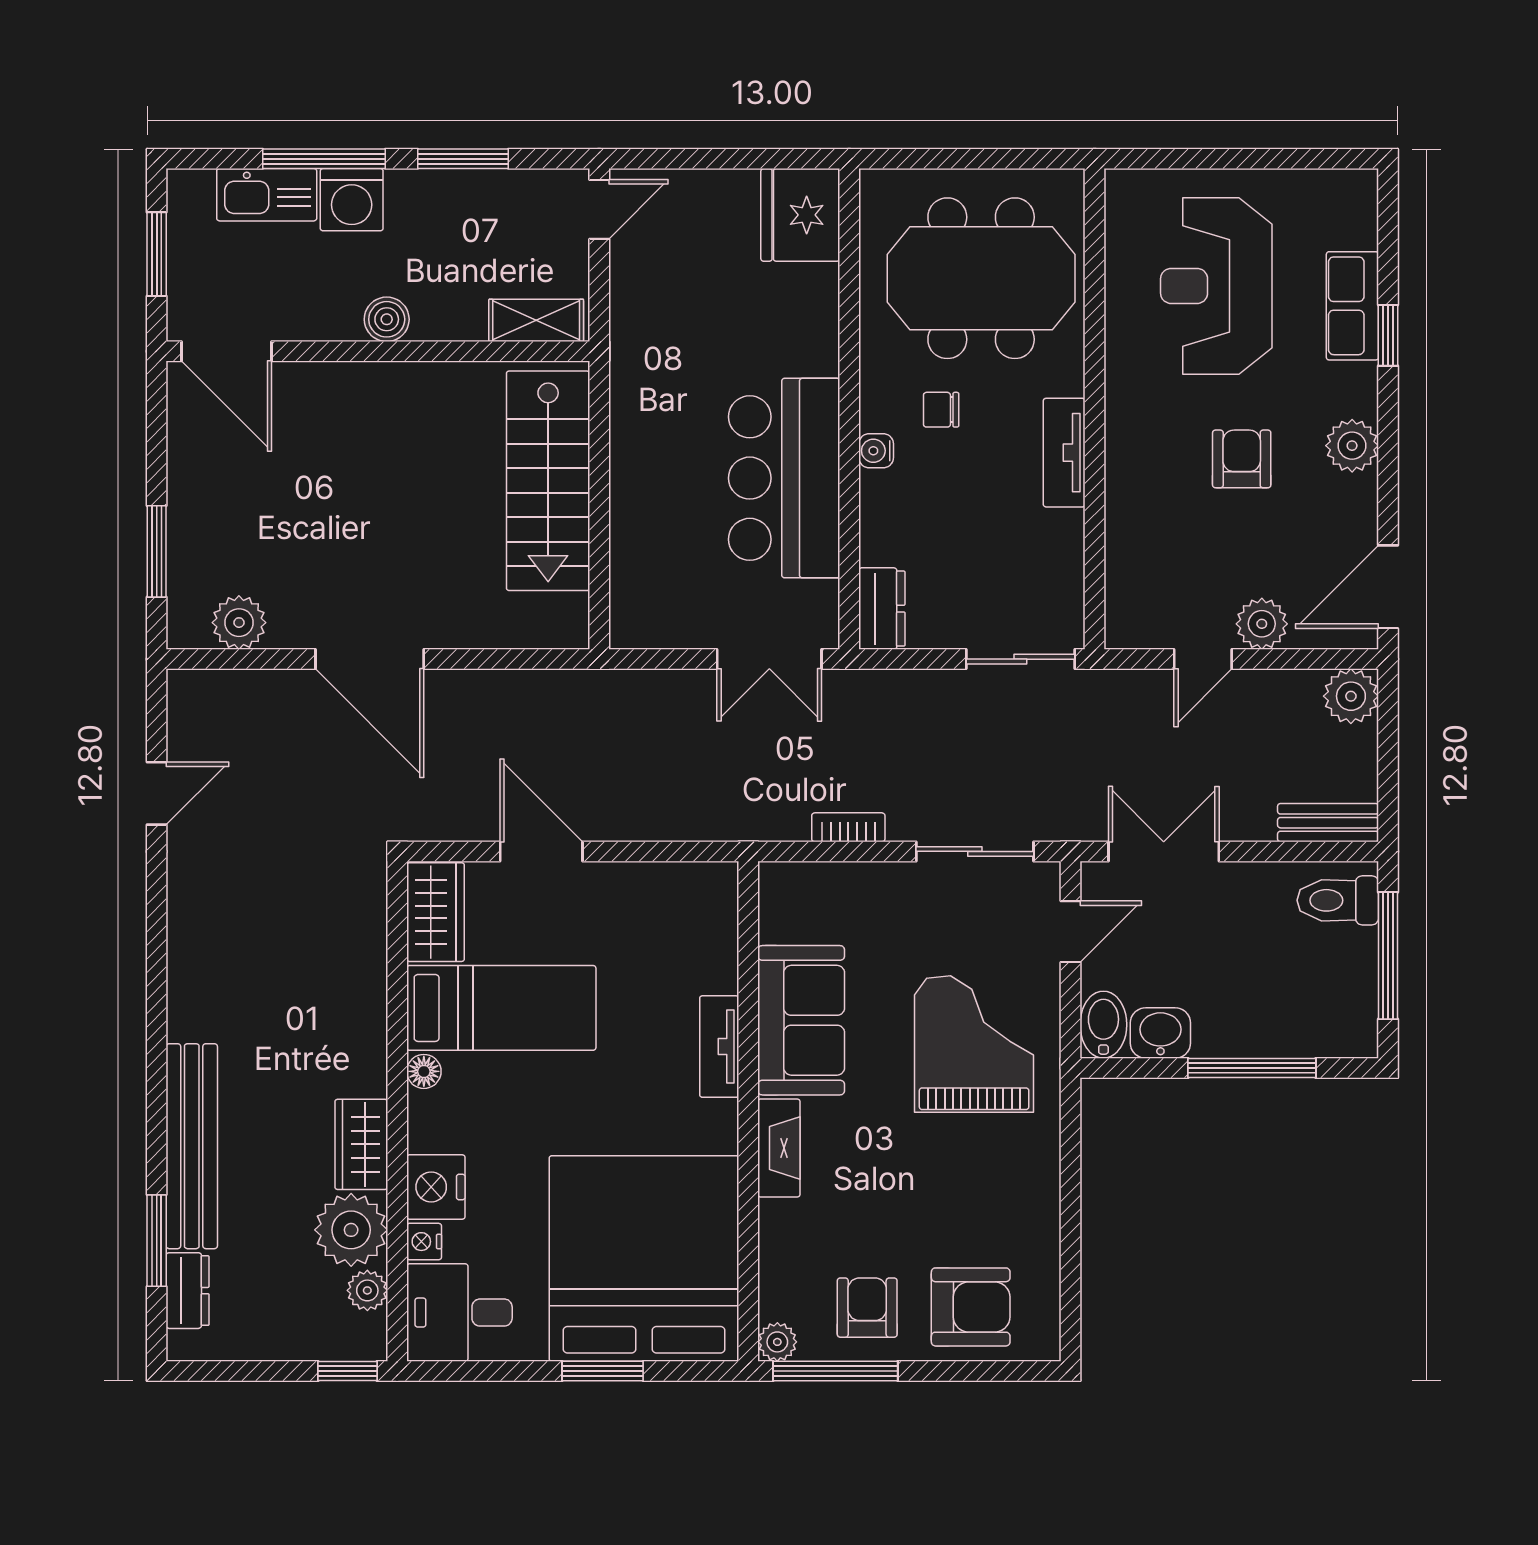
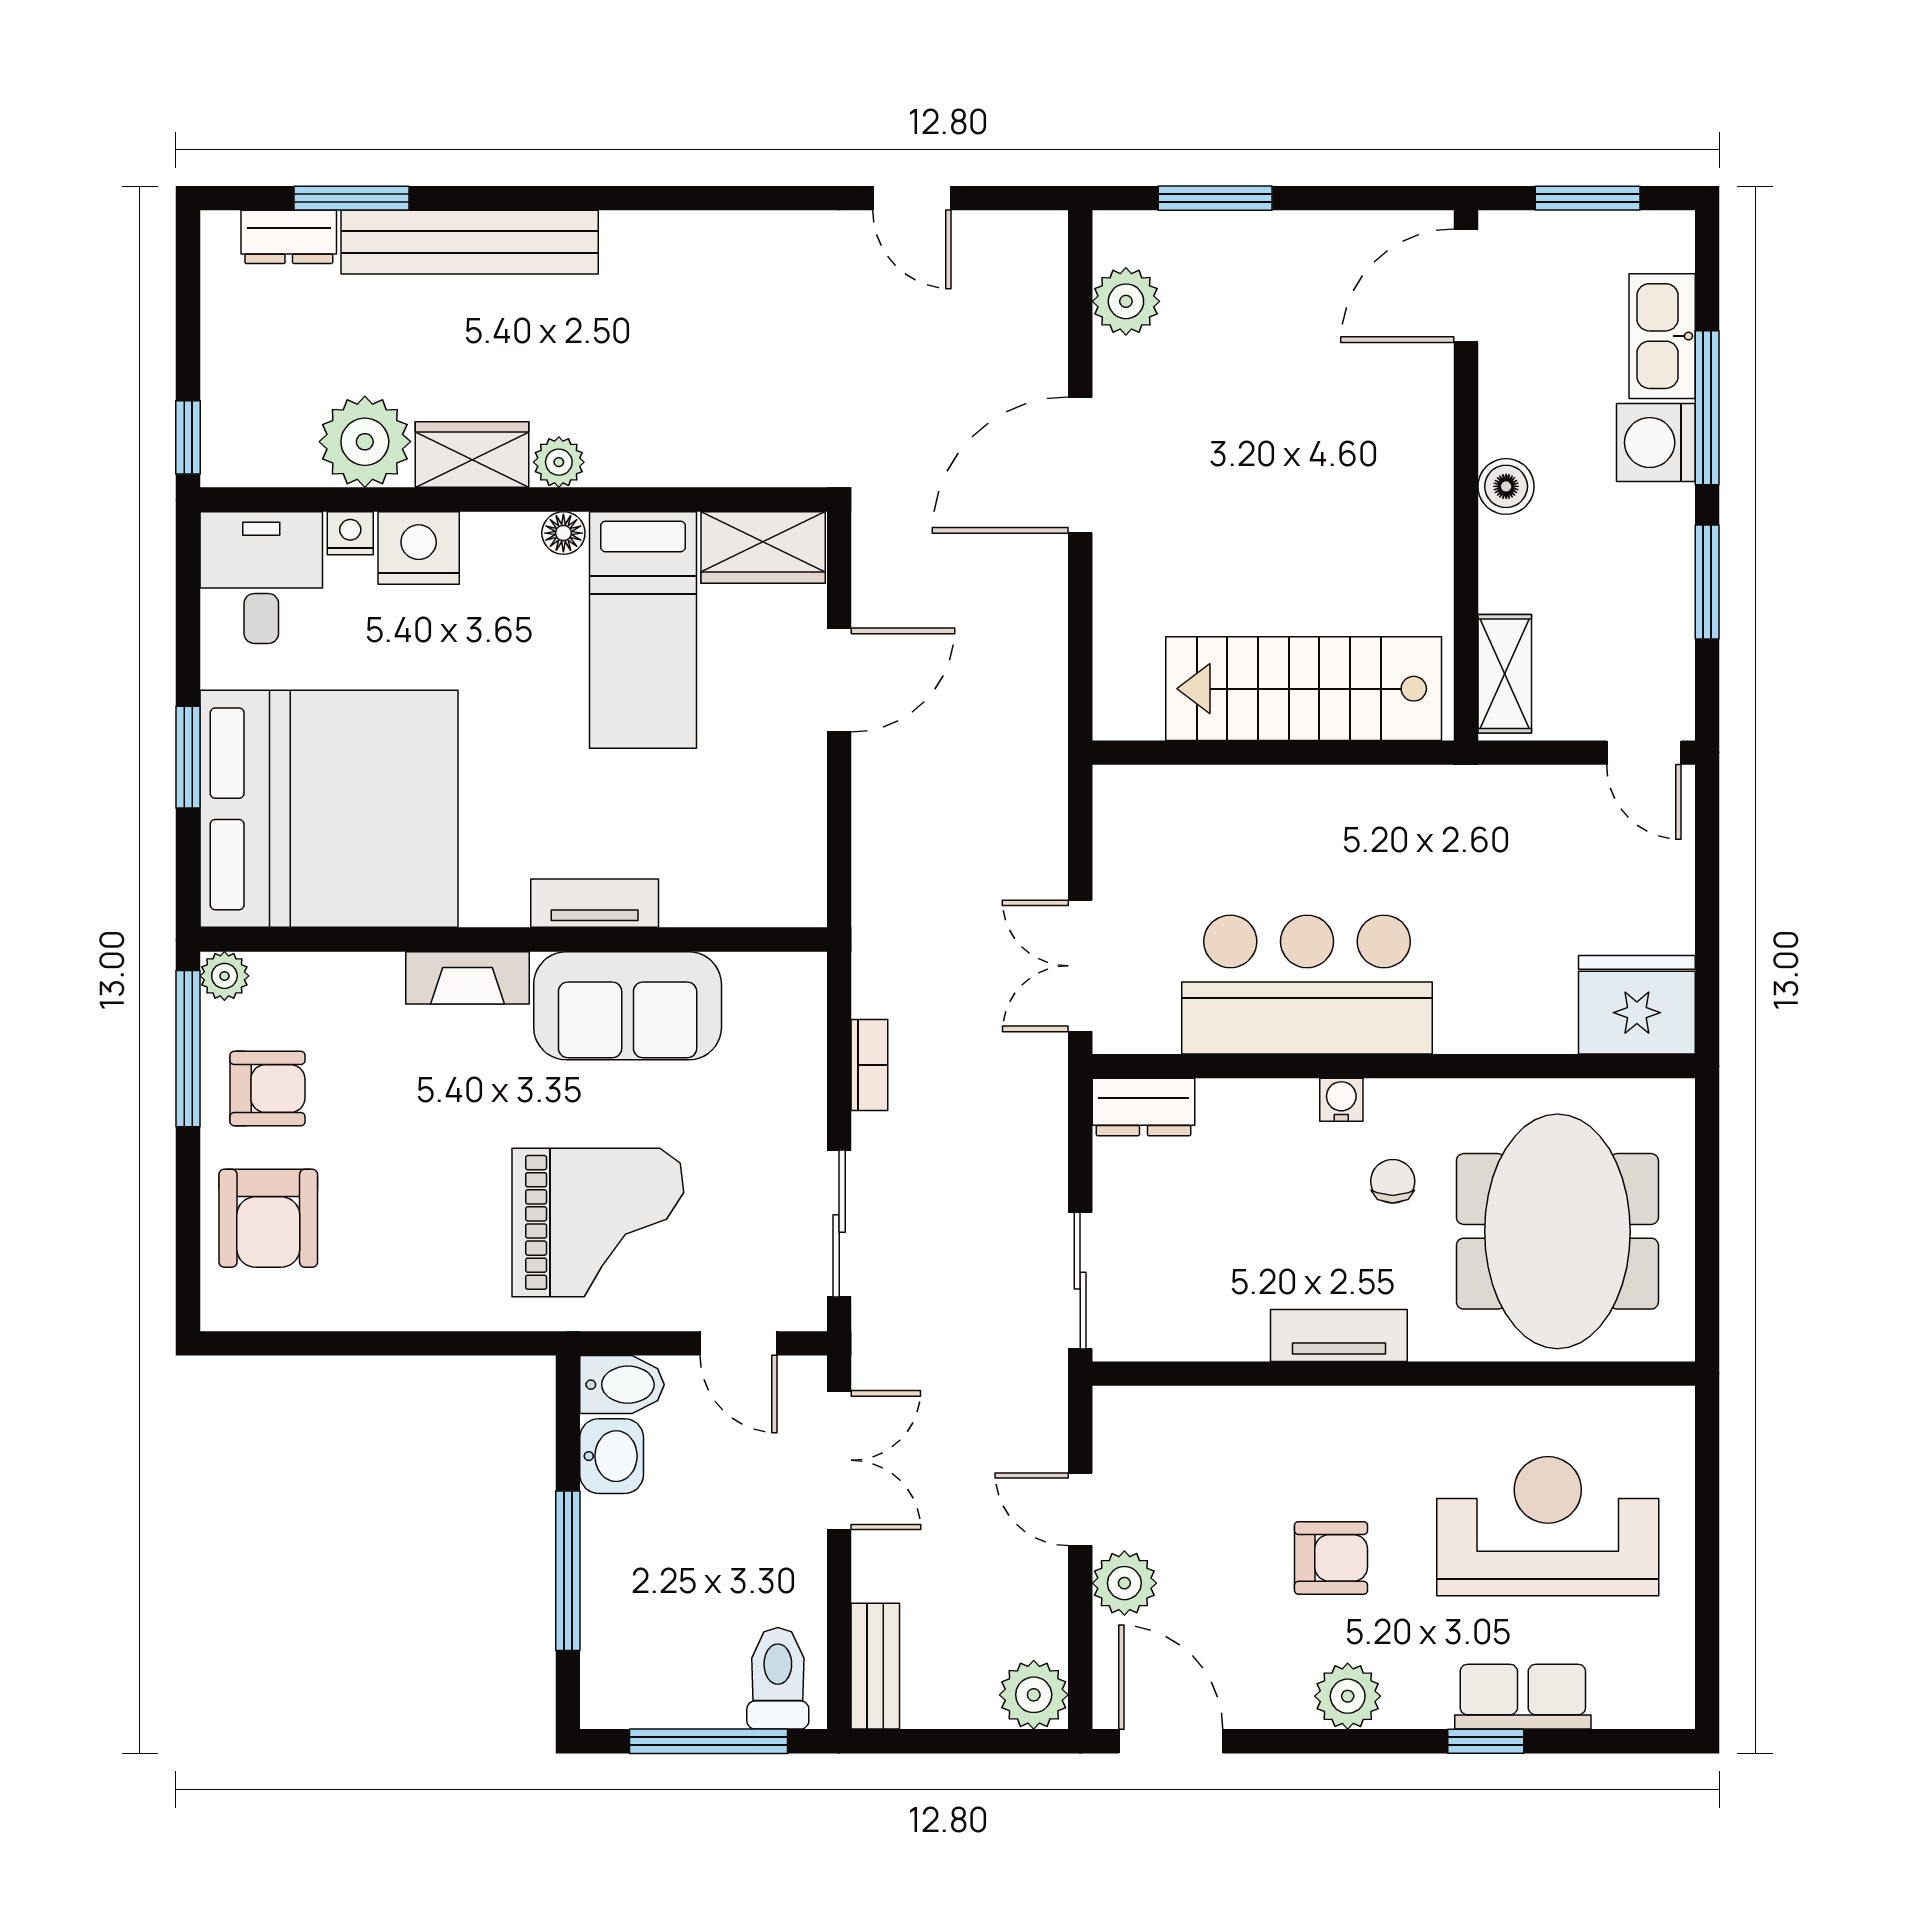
plant: (367, 1290) -> (559, 462), moved

